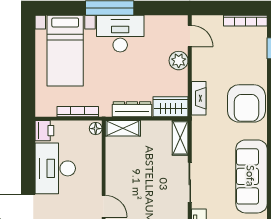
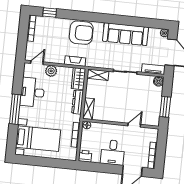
desk: (120, 34) -> (32, 92), moved
desk: (55, 168) -> (113, 152), width x0.73

